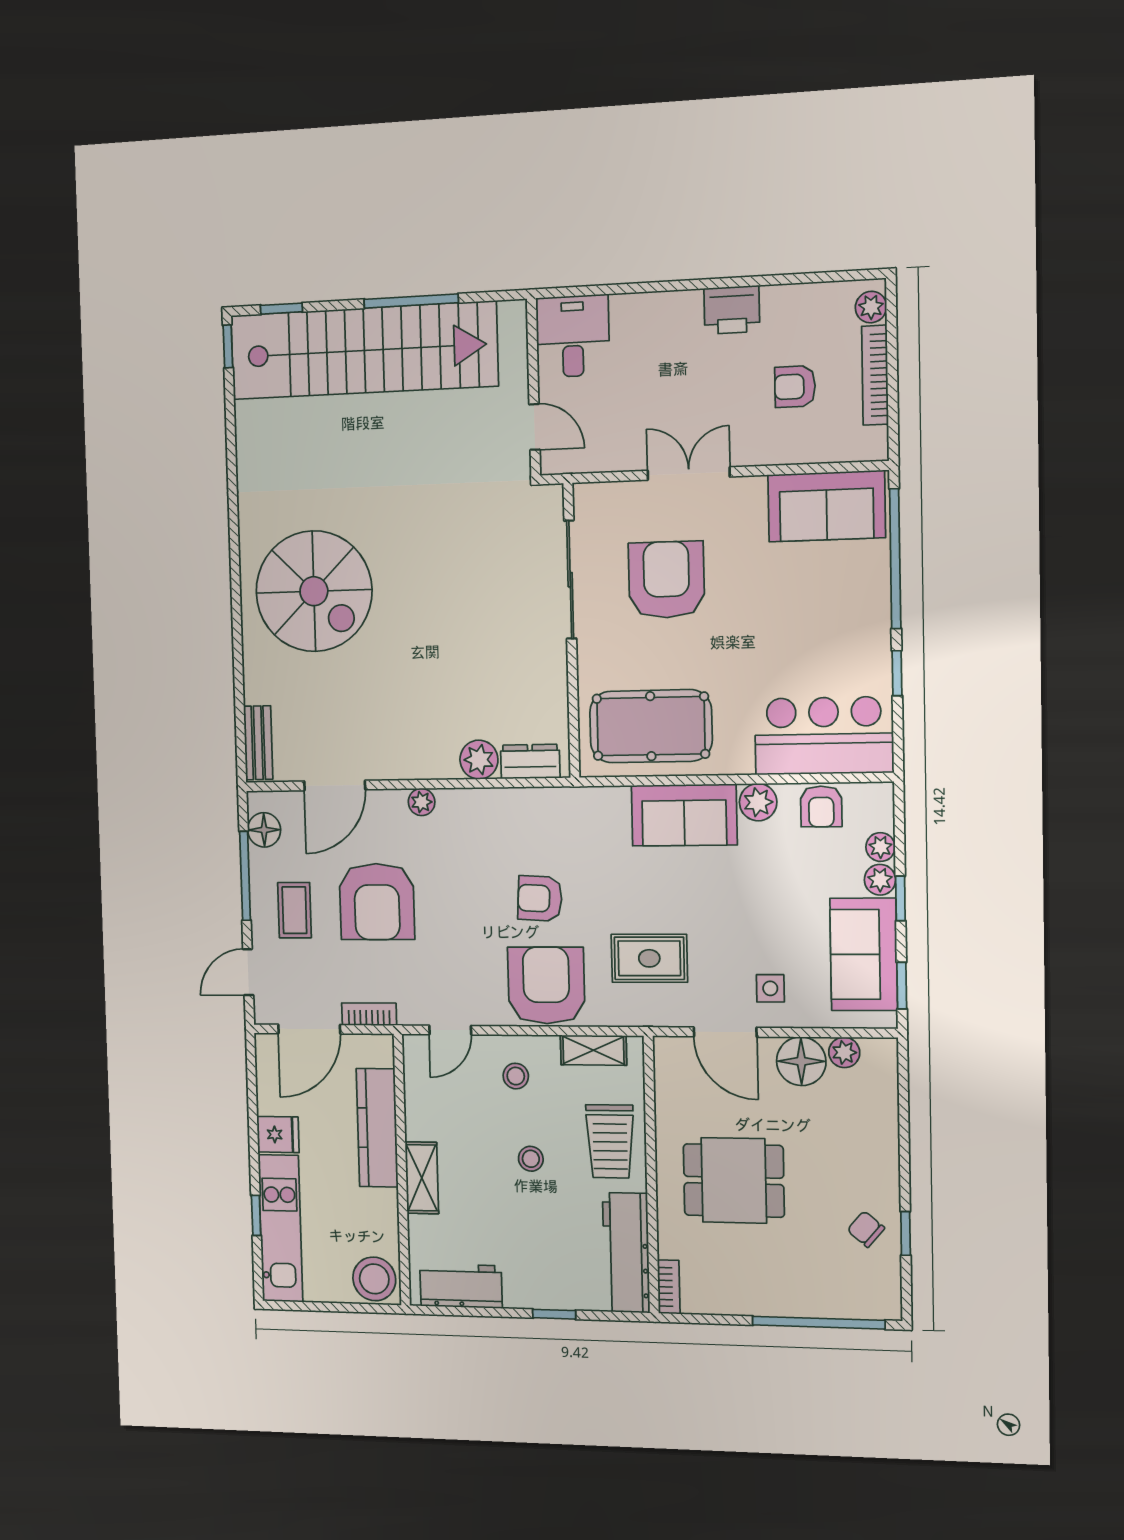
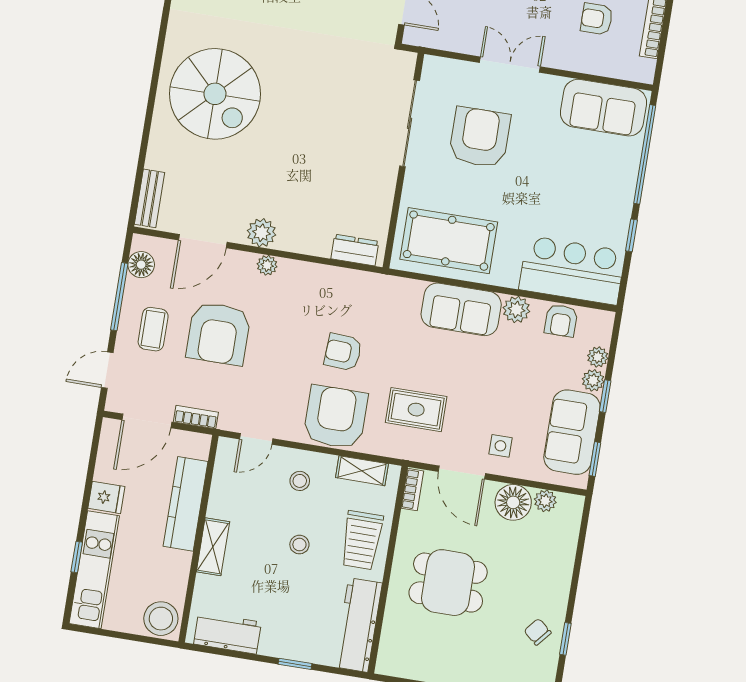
plant: (479, 760) -> (261, 233), moved
bookcase: (669, 1287) -> (412, 490), moved

